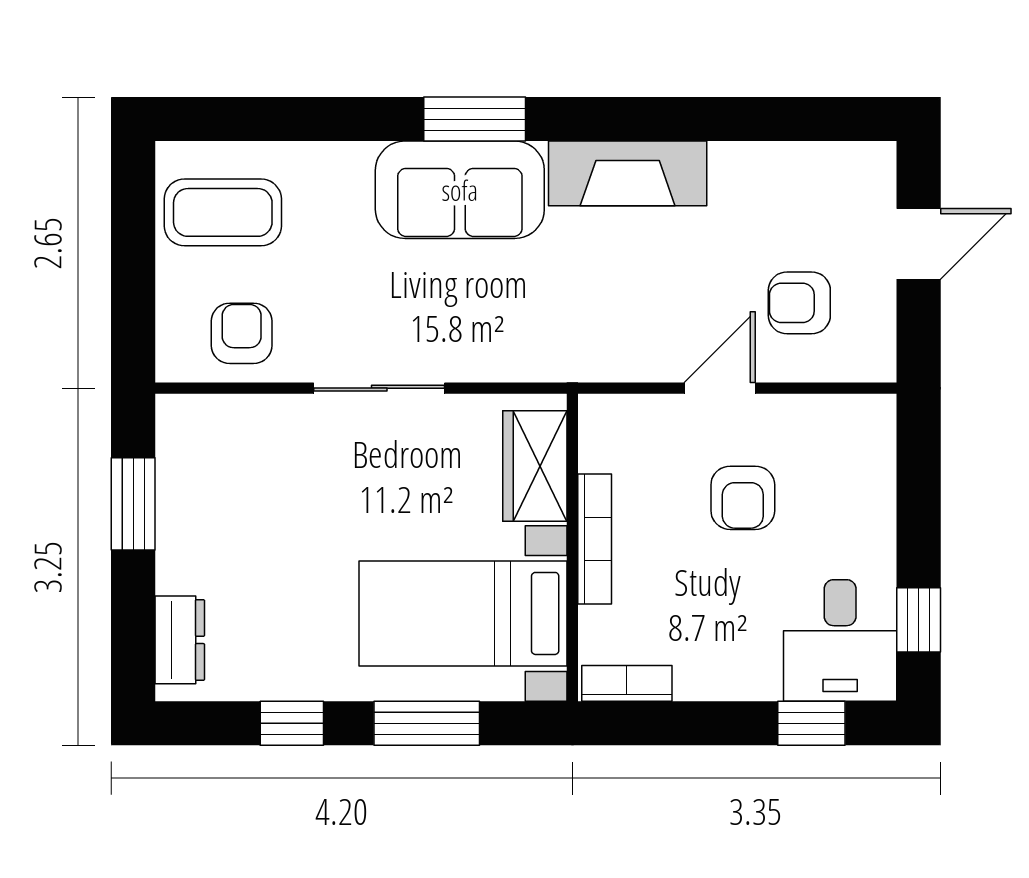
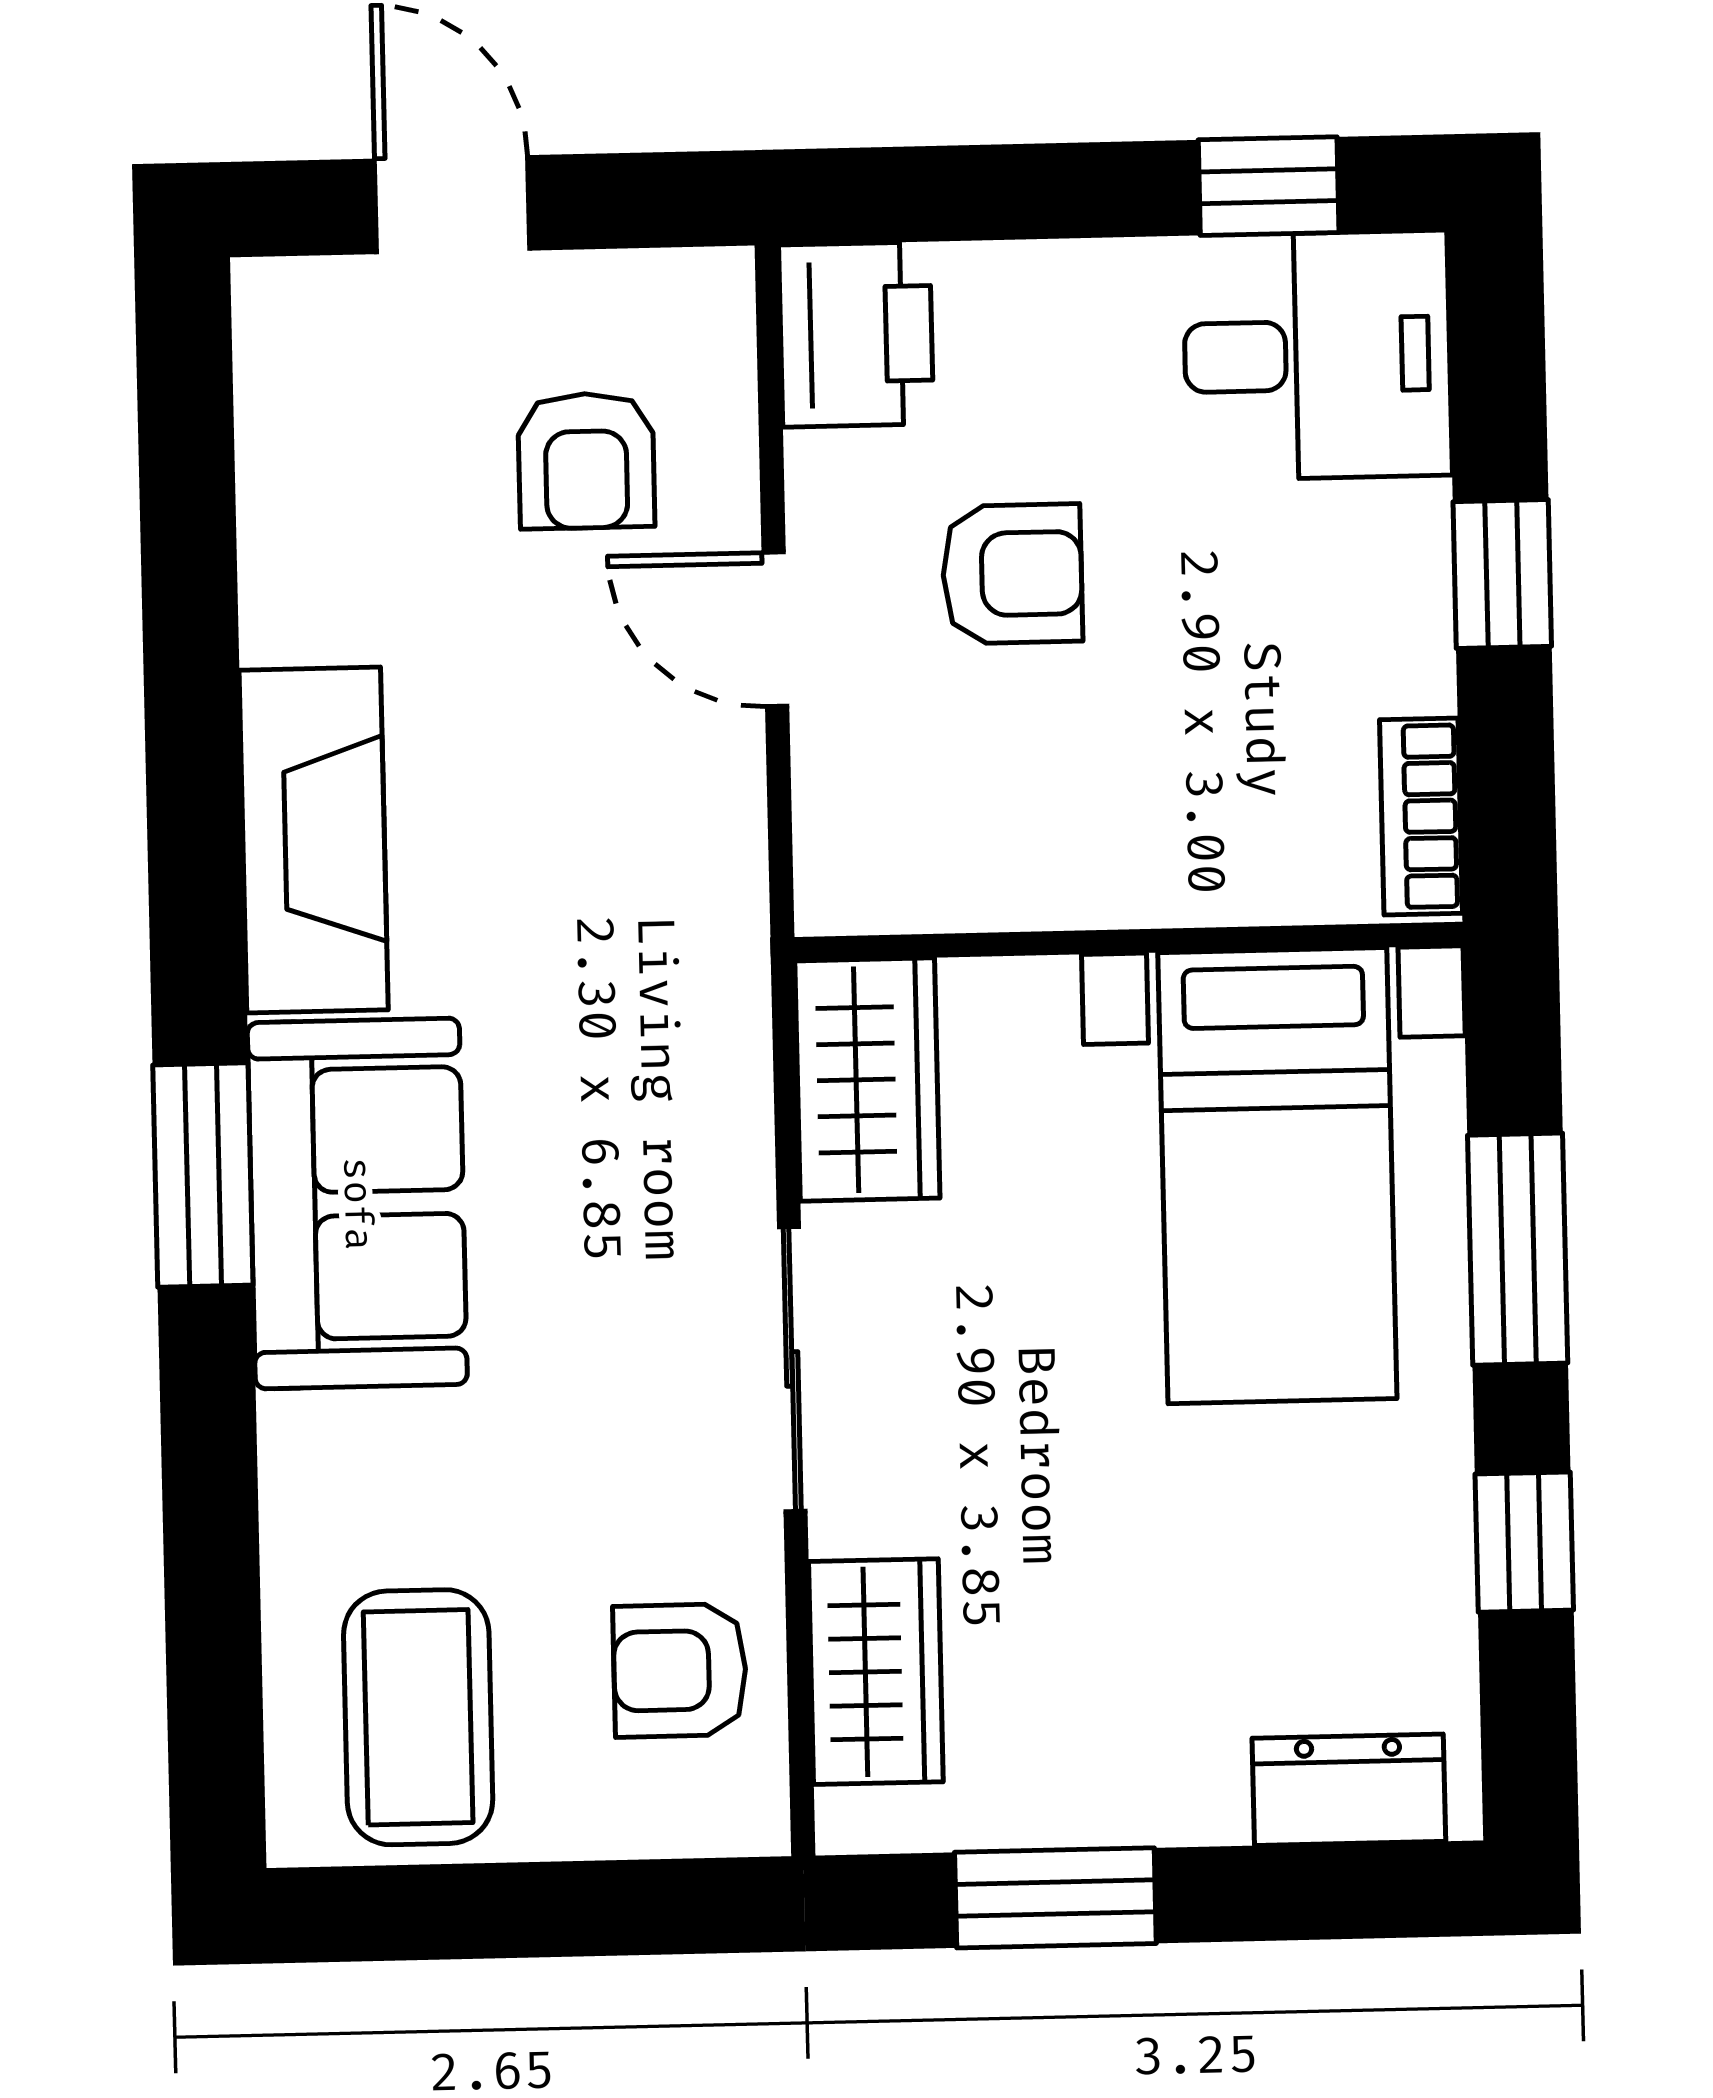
wardrobe: (239, 423) -> (876, 1672), added
printer: (855, 428) -> (856, 334), added
wardrobe: (535, 466) -> (867, 1080), moved, turned -90
bookcase: (595, 539) -> (1109, 894), removed
window: (811, 723) -> (1502, 574), moved

